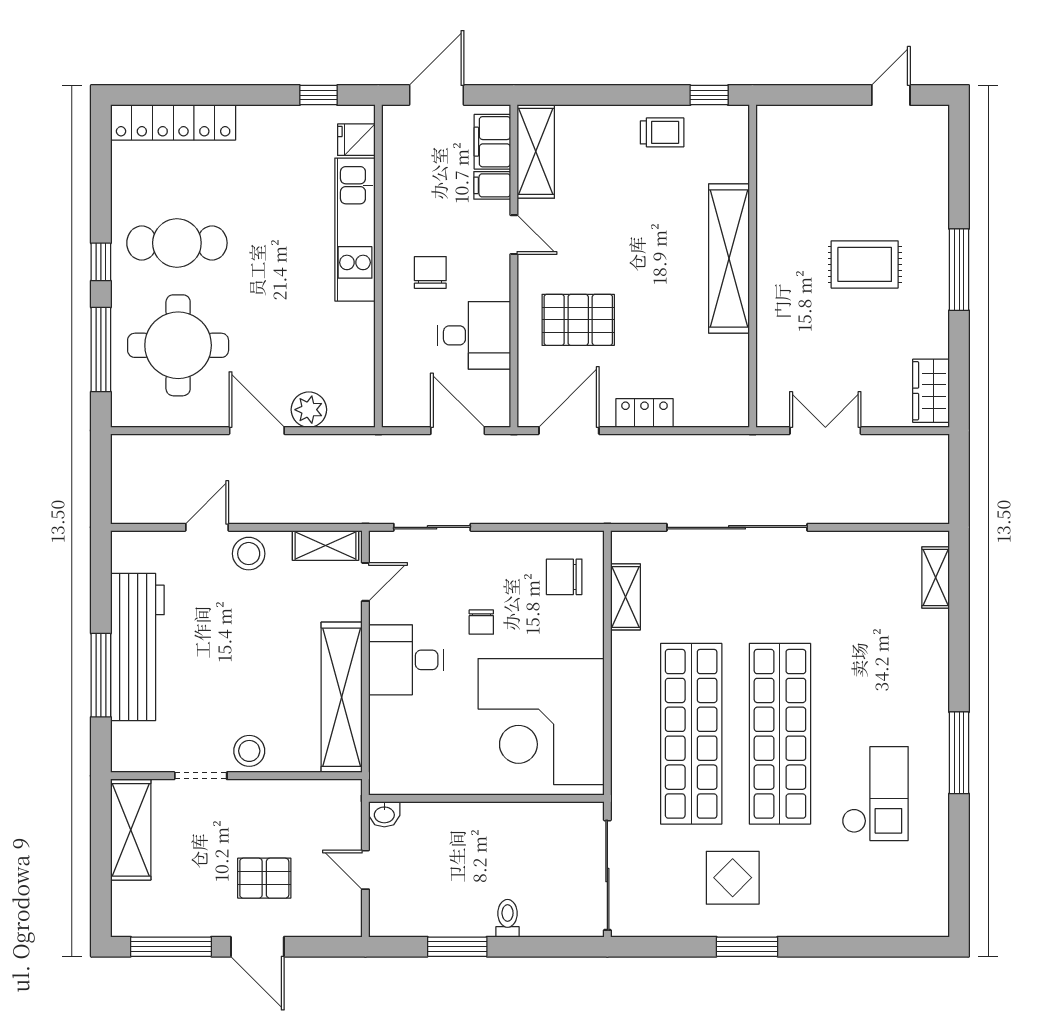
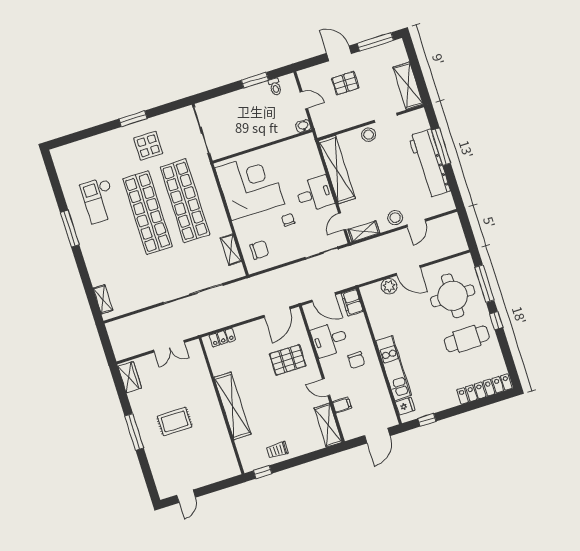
filing cabinet: (492, 142) -> (352, 302), moved, turned 180
locker: (644, 413) -> (222, 338), moved
toilet: (508, 918) -> (275, 87), moved

